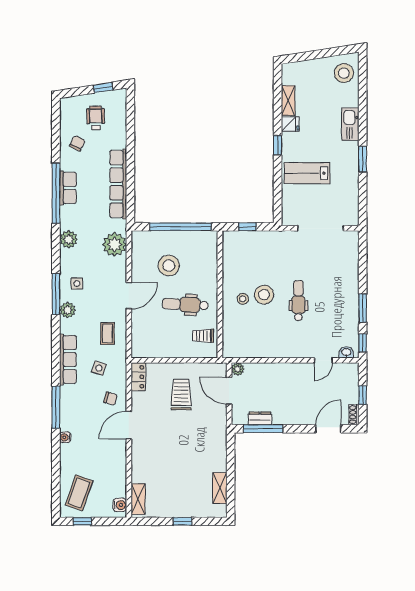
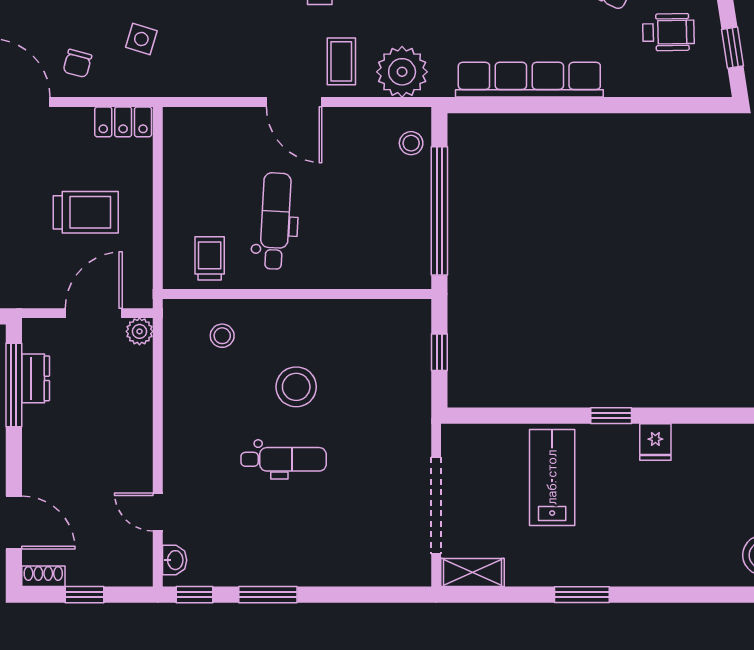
shelving: (288, 101) -> (472, 572), moved
kitchen sink: (350, 124) -> (655, 569), removed
stool: (169, 266) -> (411, 143), moved, width x0.53, depth x0.53
stool: (243, 299) -> (222, 336), moved
coffee table: (108, 333) -> (341, 61), moved, turned 90

